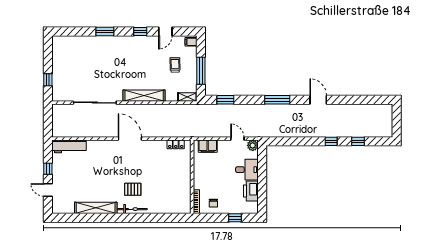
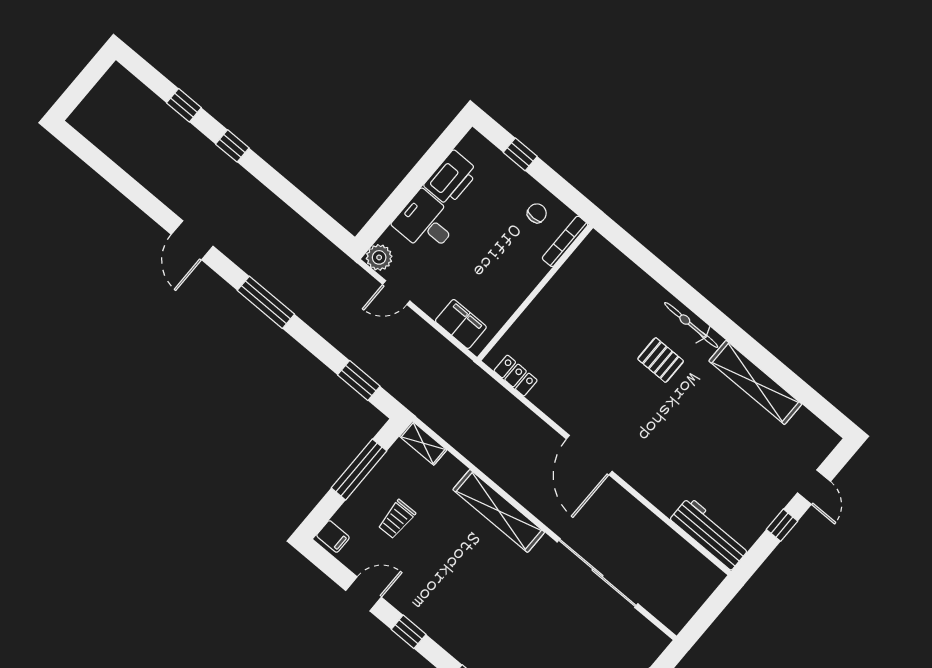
door: (237, 139) -> (396, 293), hinge flipped

